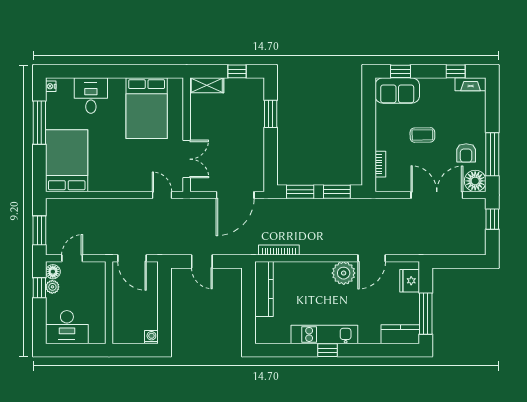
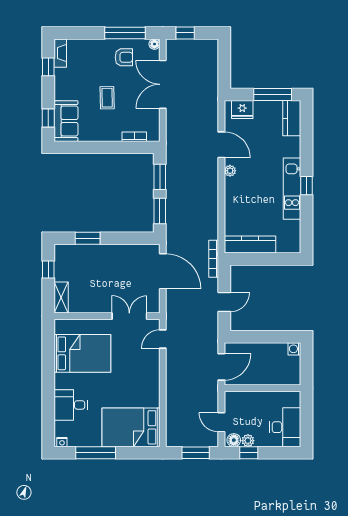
floor lamp: (475, 181) -> (154, 44), width x0.53, depth x0.53
bookcase: (279, 250) -> (214, 259), moved
plant: (344, 273) -> (230, 171), width x0.53, depth x0.53

